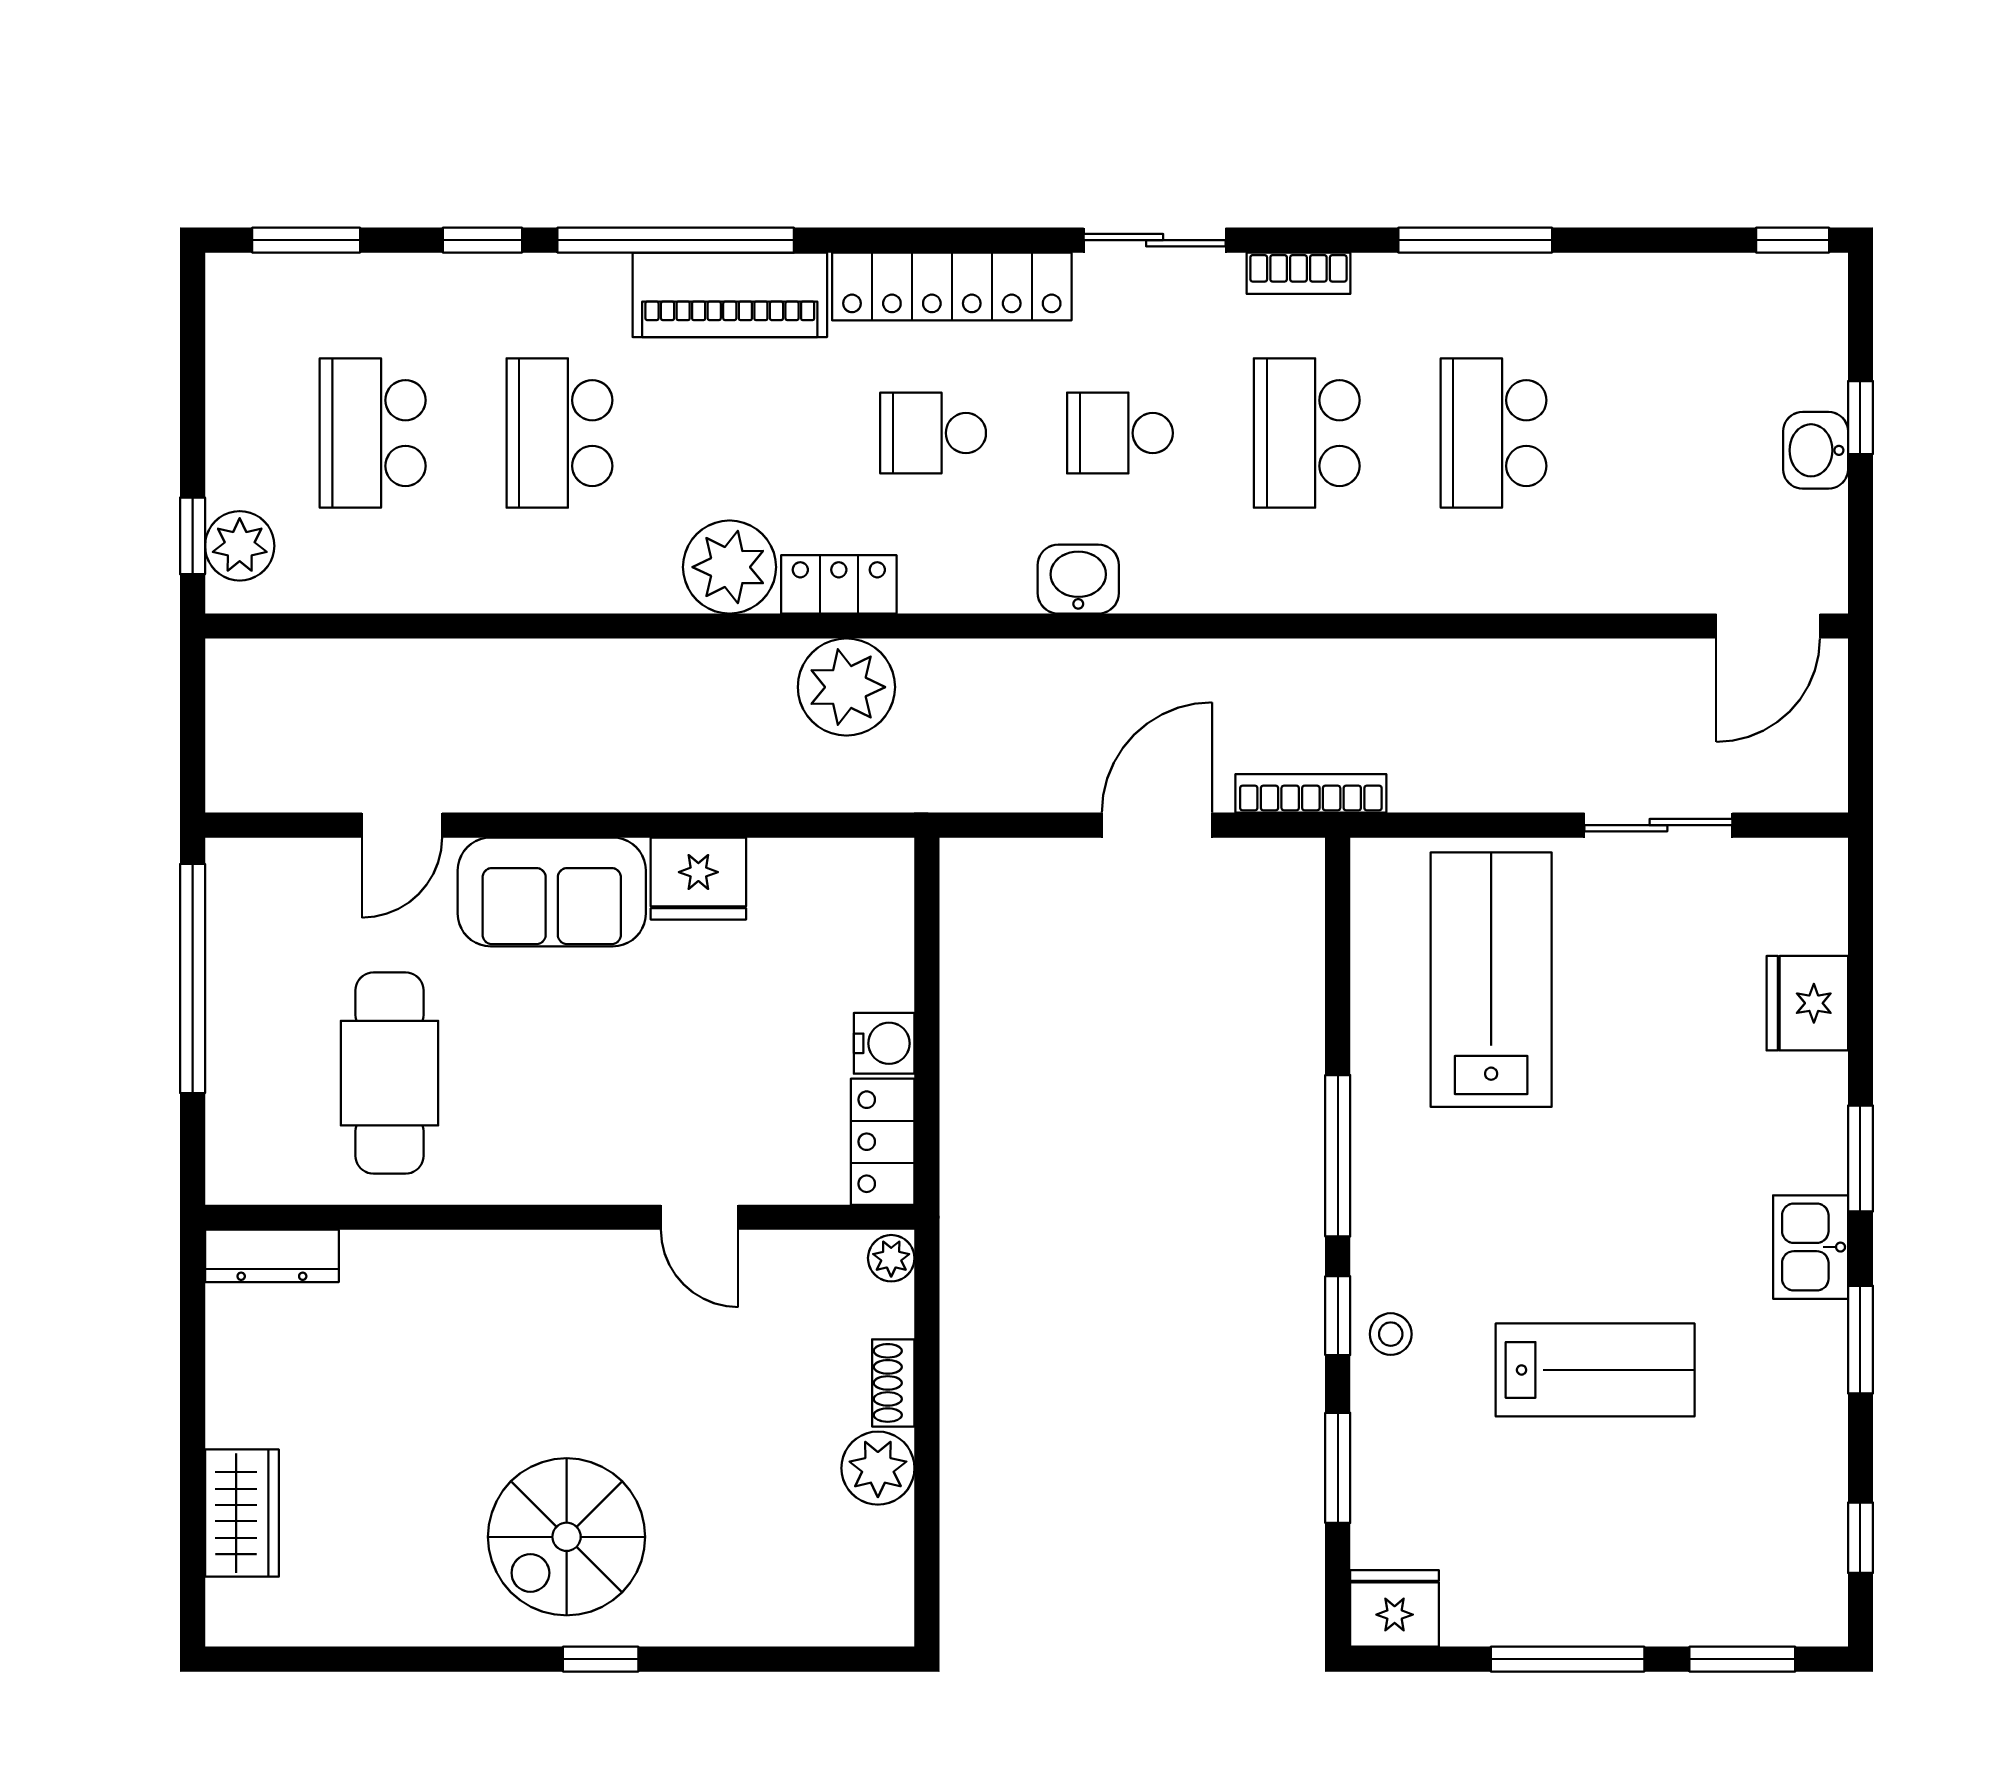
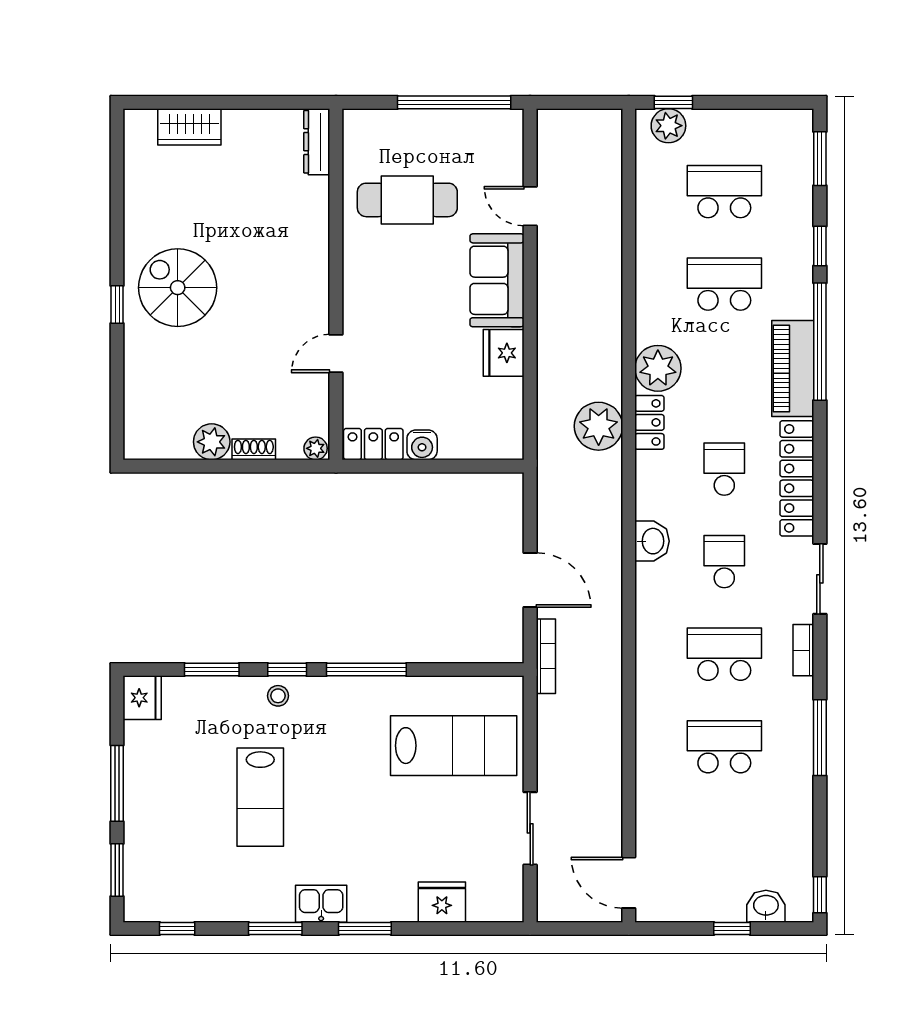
washbasin: (1816, 450) -> (766, 906), moved

